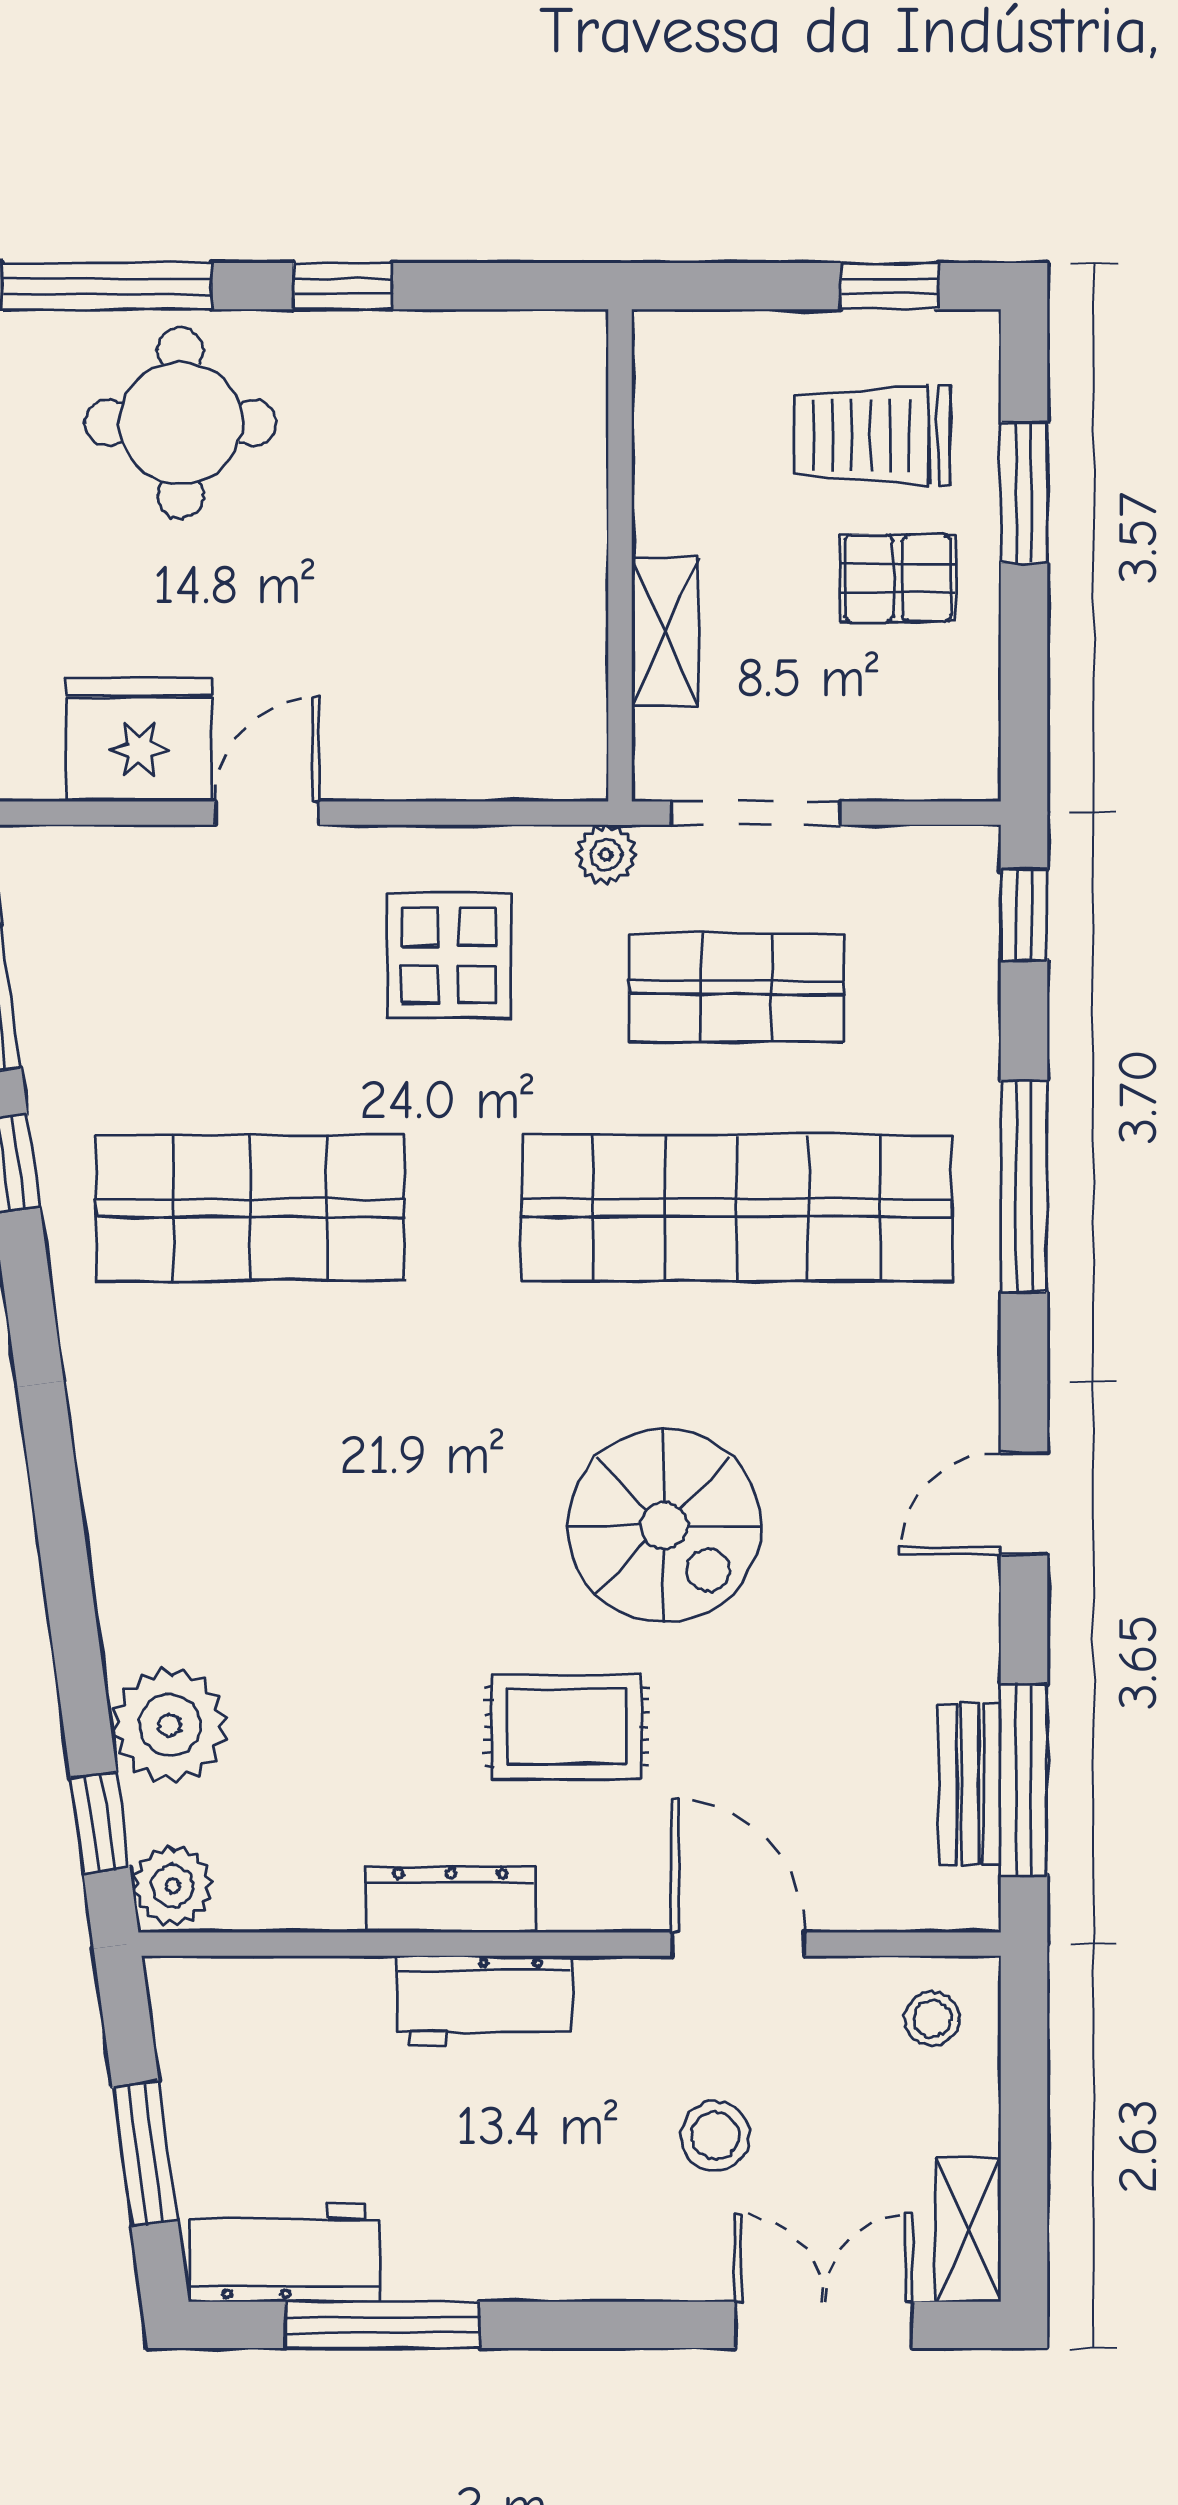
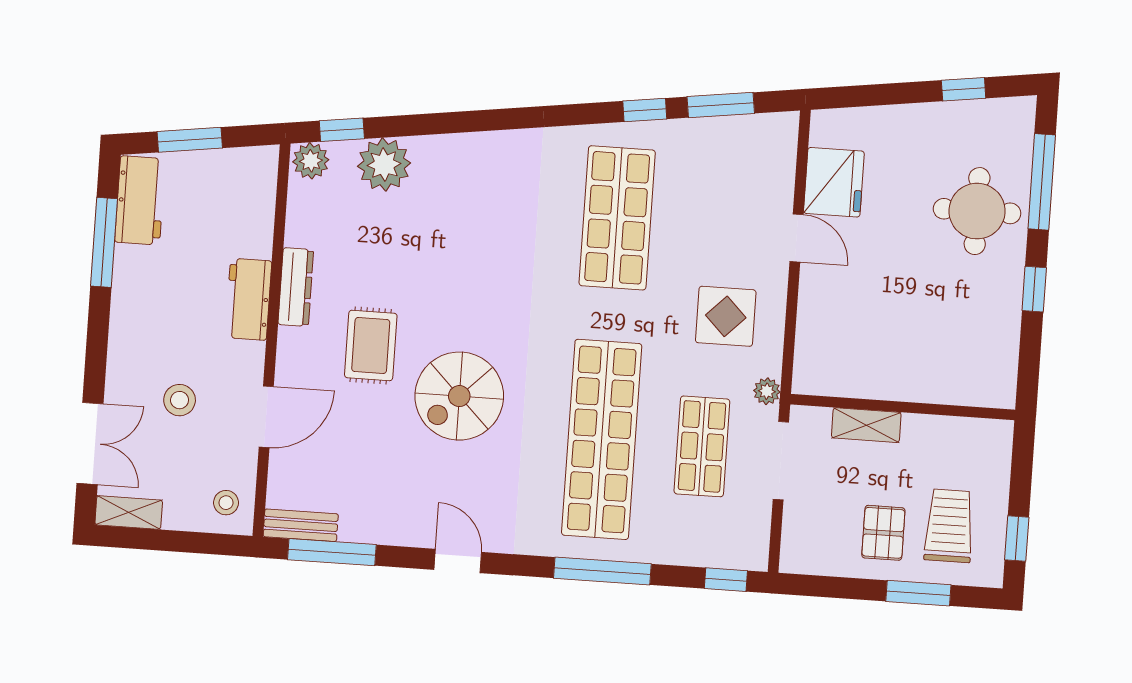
bench: (970, 1784) -> (301, 525), moved

